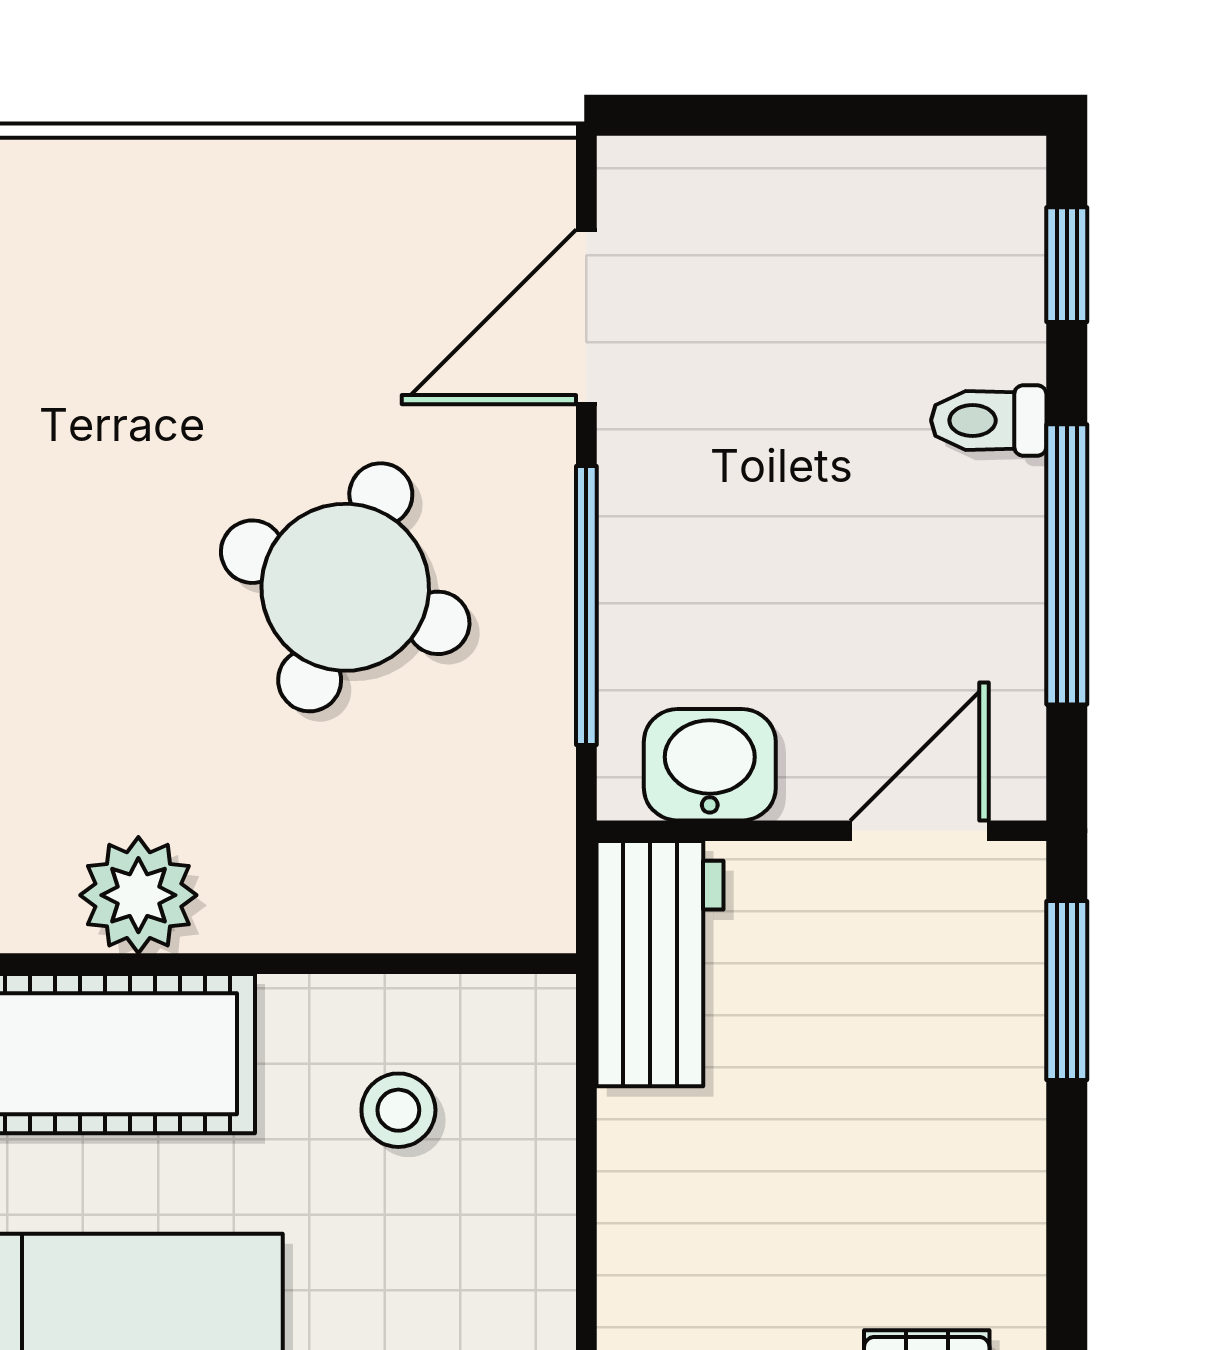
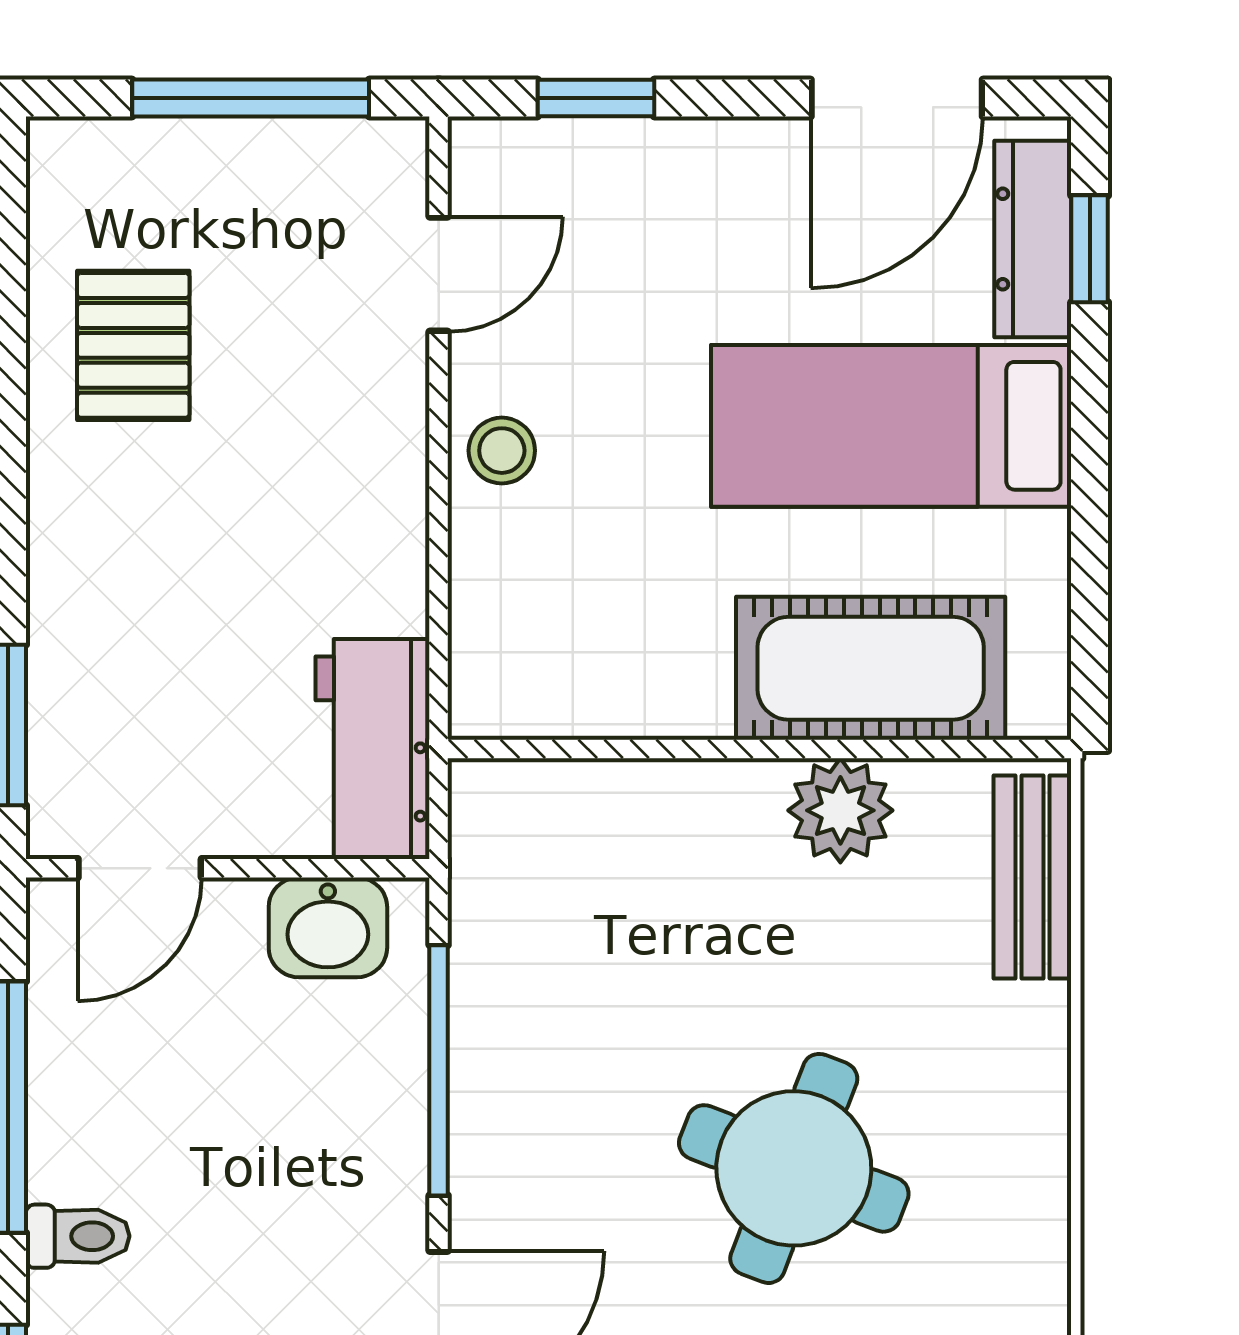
round table: (345, 587) -> (794, 1168), moved
stool: (398, 1110) -> (502, 451), moved

